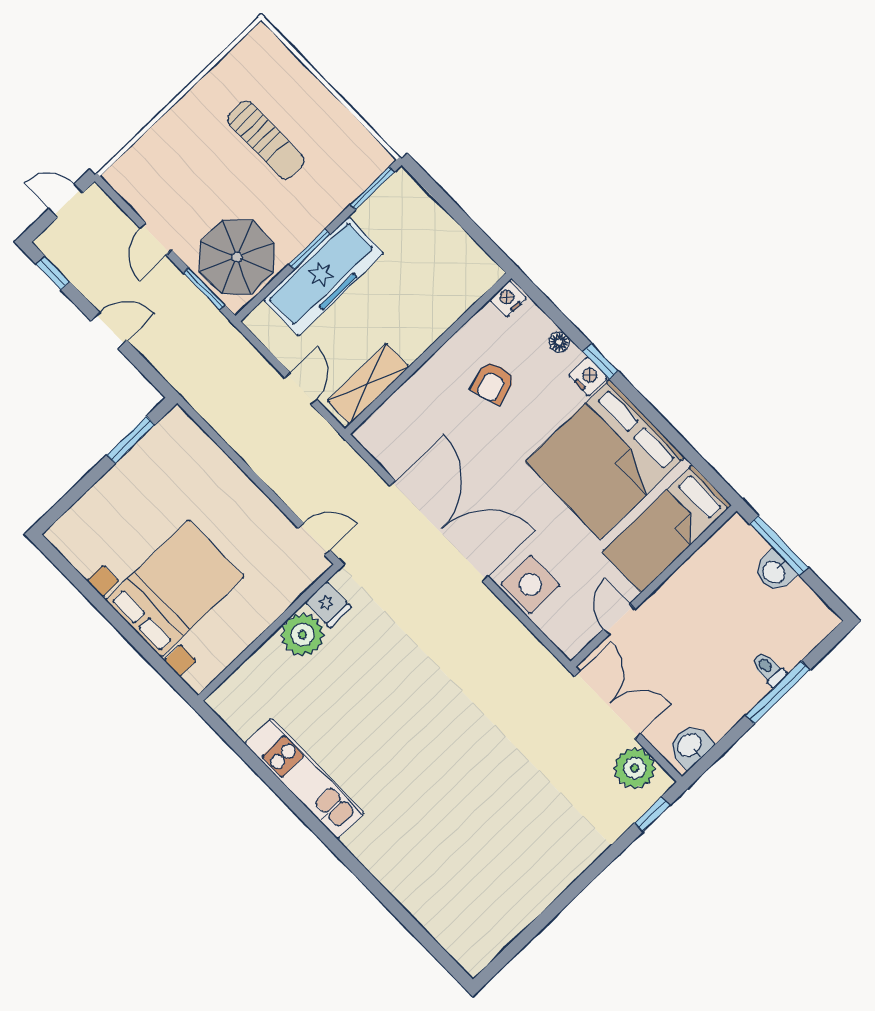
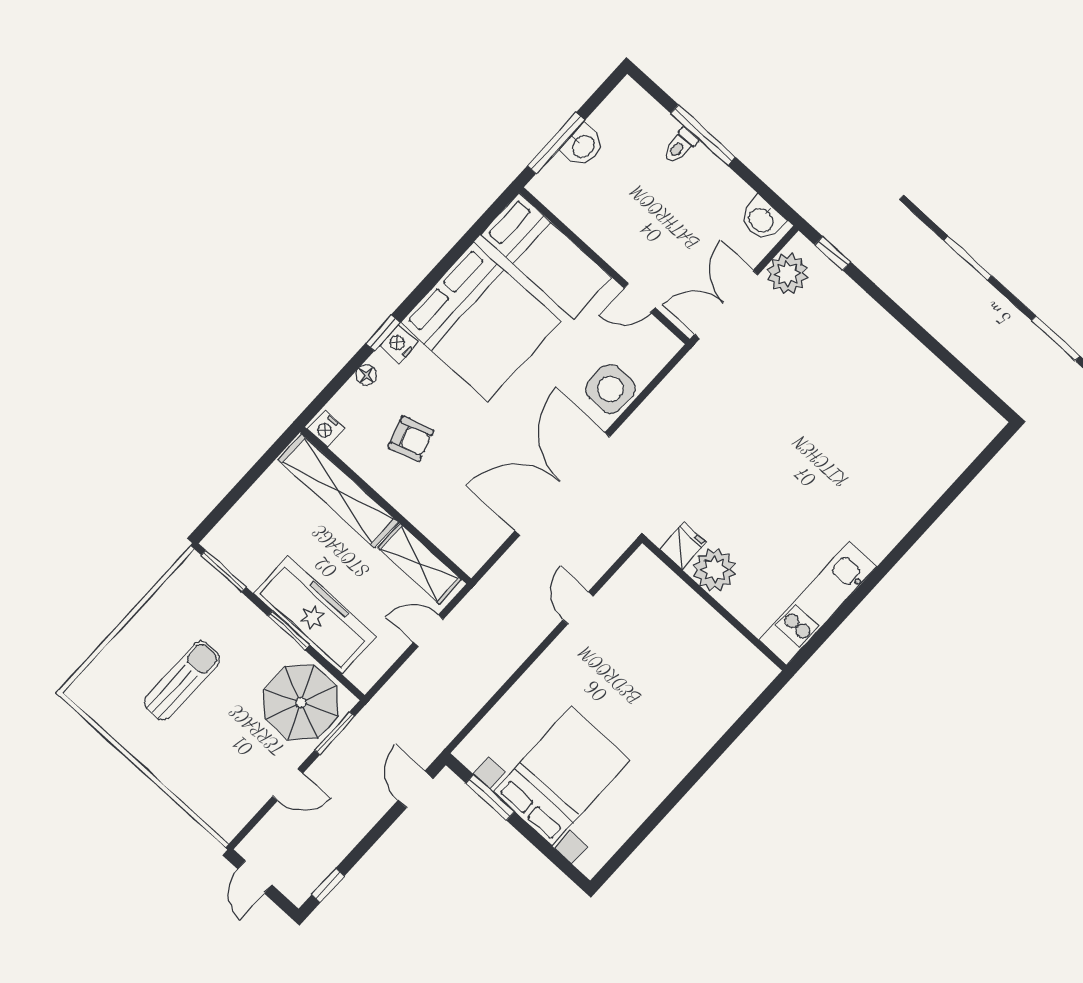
shelving: (446, 307) -> (338, 491), added
door: (109, 331) -> (416, 789), moved
bed with nightstands: (175, 588) -> (562, 776), moved, turned 90
fridge: (328, 605) -> (683, 546), moved
wall: (268, 633) -> (715, 604), moved
plant: (303, 635) -> (714, 570), moved

